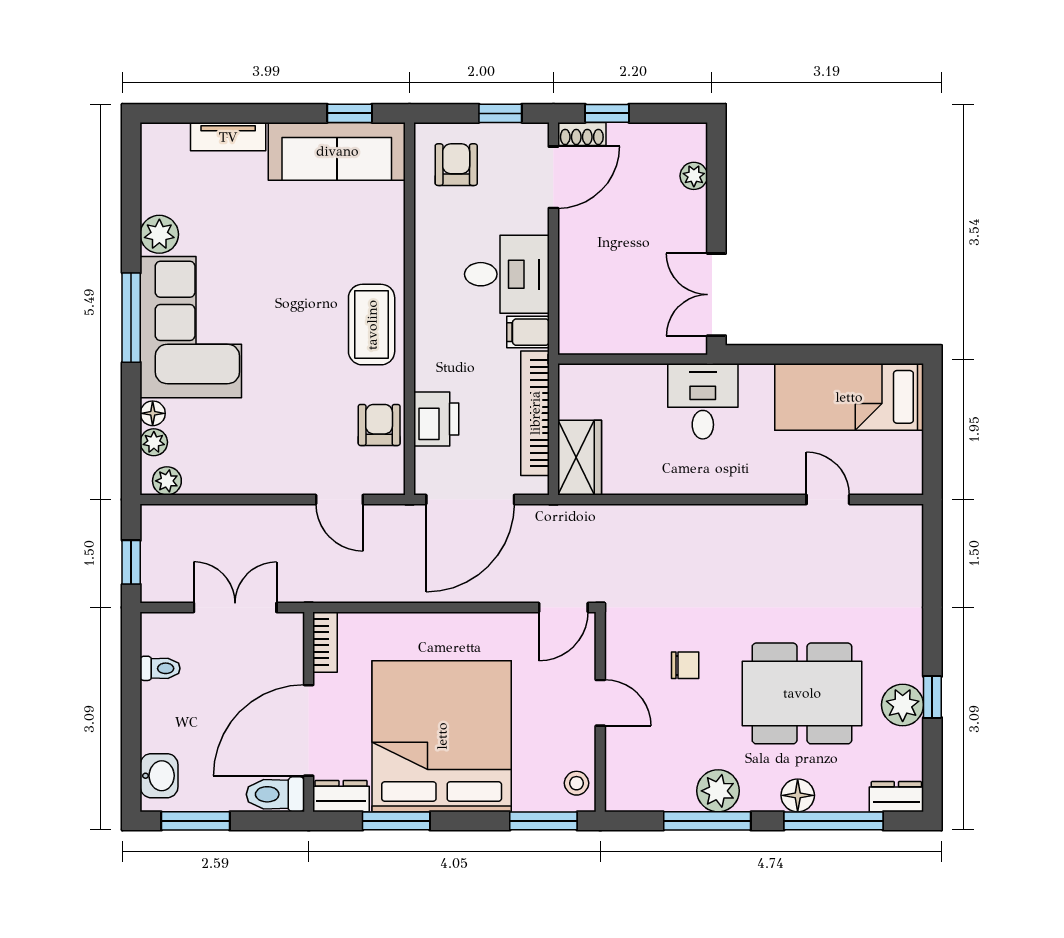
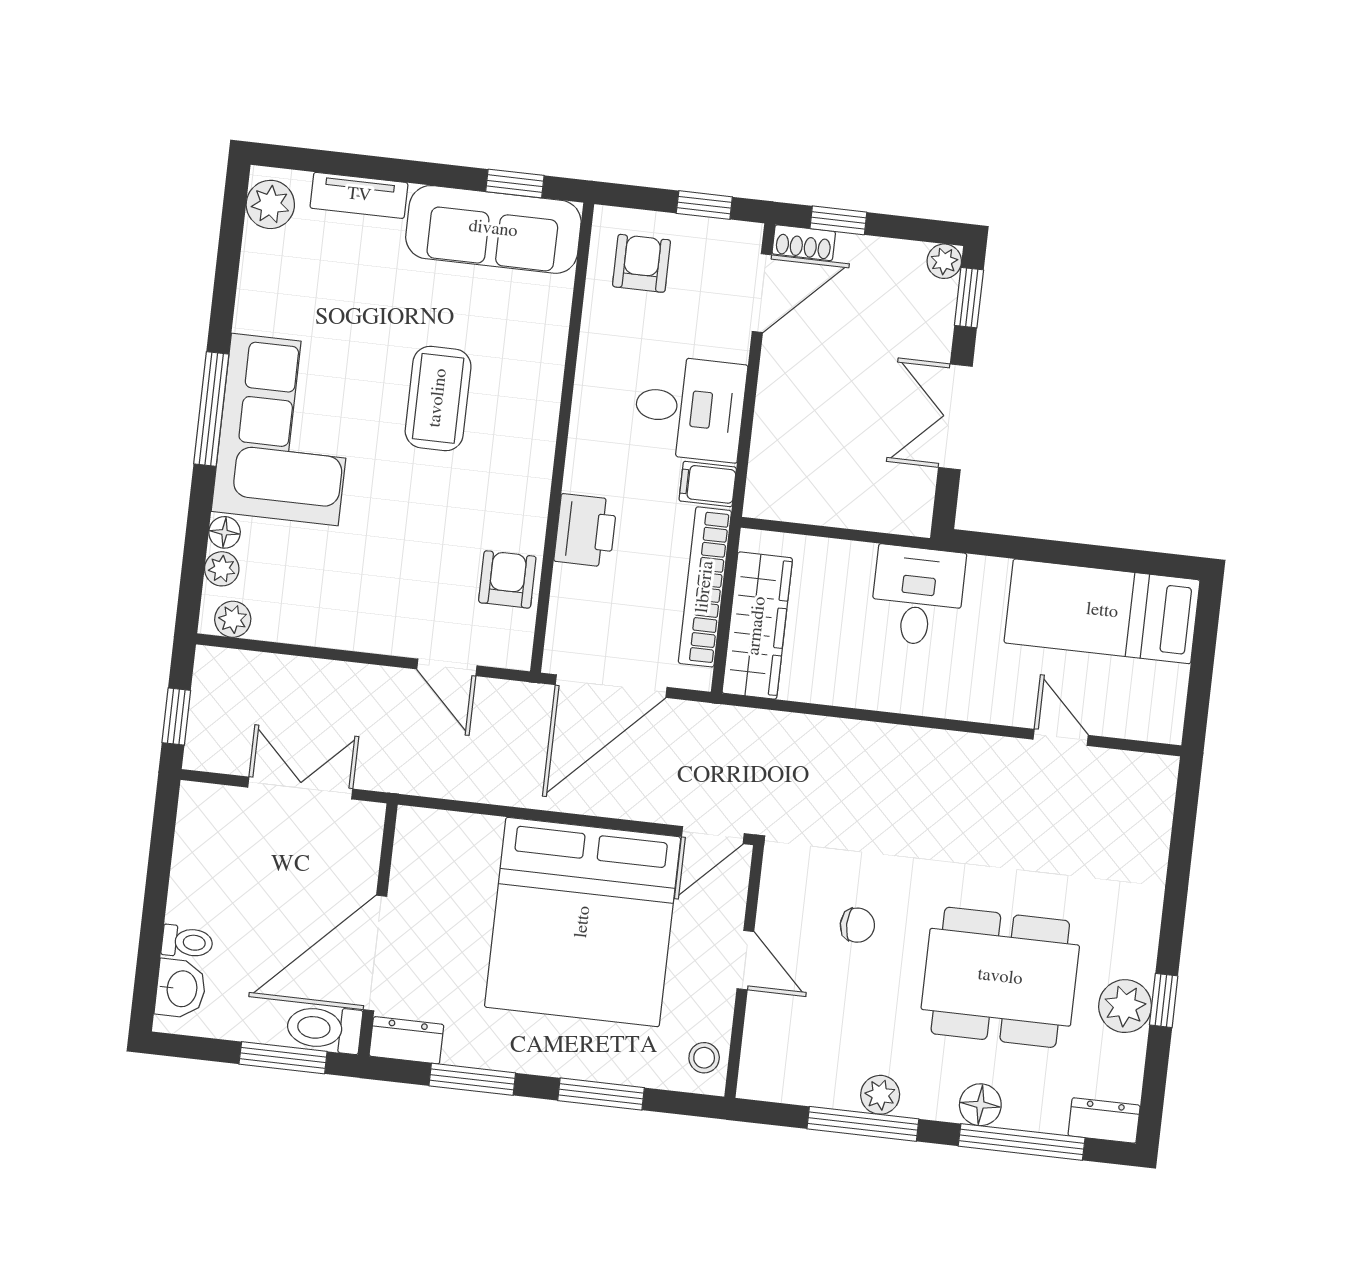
window: (716, 162) -> (969, 298), added
plant: (694, 176) -> (944, 261), moved
plant: (159, 234) -> (270, 204), moved
double door: (716, 295) -> (955, 417), moved
coffee table: (372, 325) -> (438, 398), moved
printer: (436, 419) -> (586, 530), moved
wardrobe: (580, 458) -> (757, 626), width x1.50
bookcase: (325, 642) -> (408, 844), removed
toilet: (160, 668) -> (187, 942), moved
bed: (442, 736) -> (583, 922), moved, turned 180
plant: (718, 791) -> (880, 1095), width x0.73, depth x0.73
window: (195, 821) -> (283, 1058), moved
window: (543, 821) -> (601, 1094), moved

